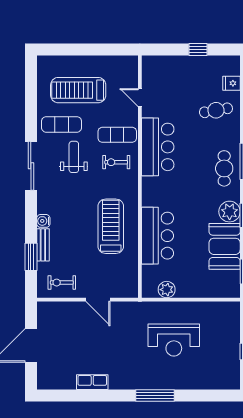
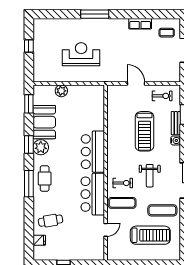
door: (140, 98) -> (106, 230), hinge flipped
weight bench: (74, 157) -> (150, 176), moved
treadmill: (111, 226) -> (145, 131), moved
bar counter: (157, 236) -> (93, 152), moved
plant: (167, 290) -> (61, 91), moved
coffee table: (56, 370) -> (167, 33), added

